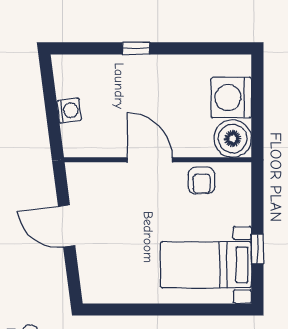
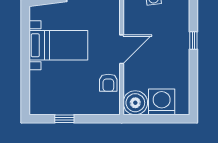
armchair: (202, 180) -> (108, 83), turned -90
bed with nightstands: (206, 265) -> (58, 45), moved, turned 90

